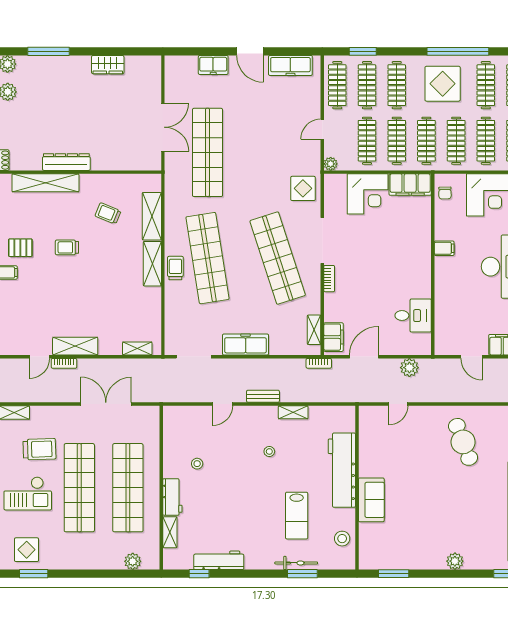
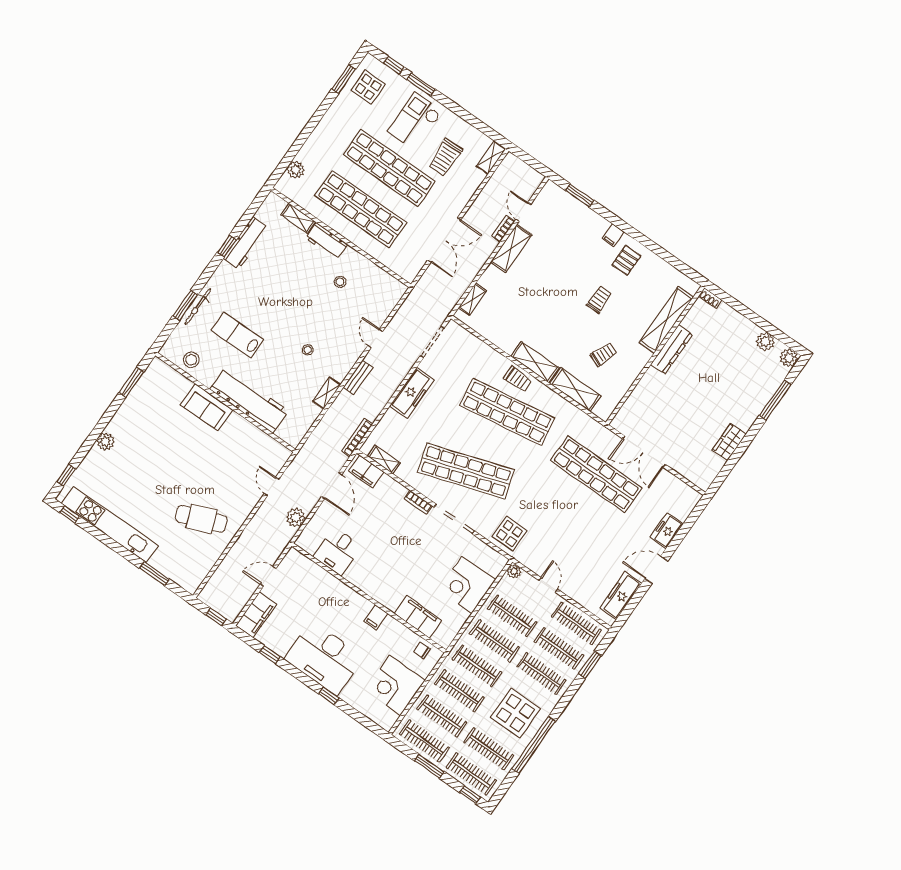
filing cabinet: (410, 185) -> (418, 617), moved, turned 90
bookcase: (319, 363) -> (357, 438), width x1.56
window: (199, 574) -> (227, 246), moved

